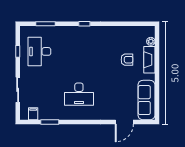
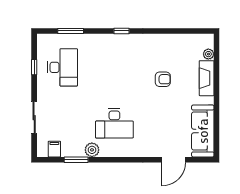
desk: (39, 51) -> (63, 67), turned 180
armchair: (127, 60) -> (163, 79), moved
plant: (62, 114) -> (92, 150), added

